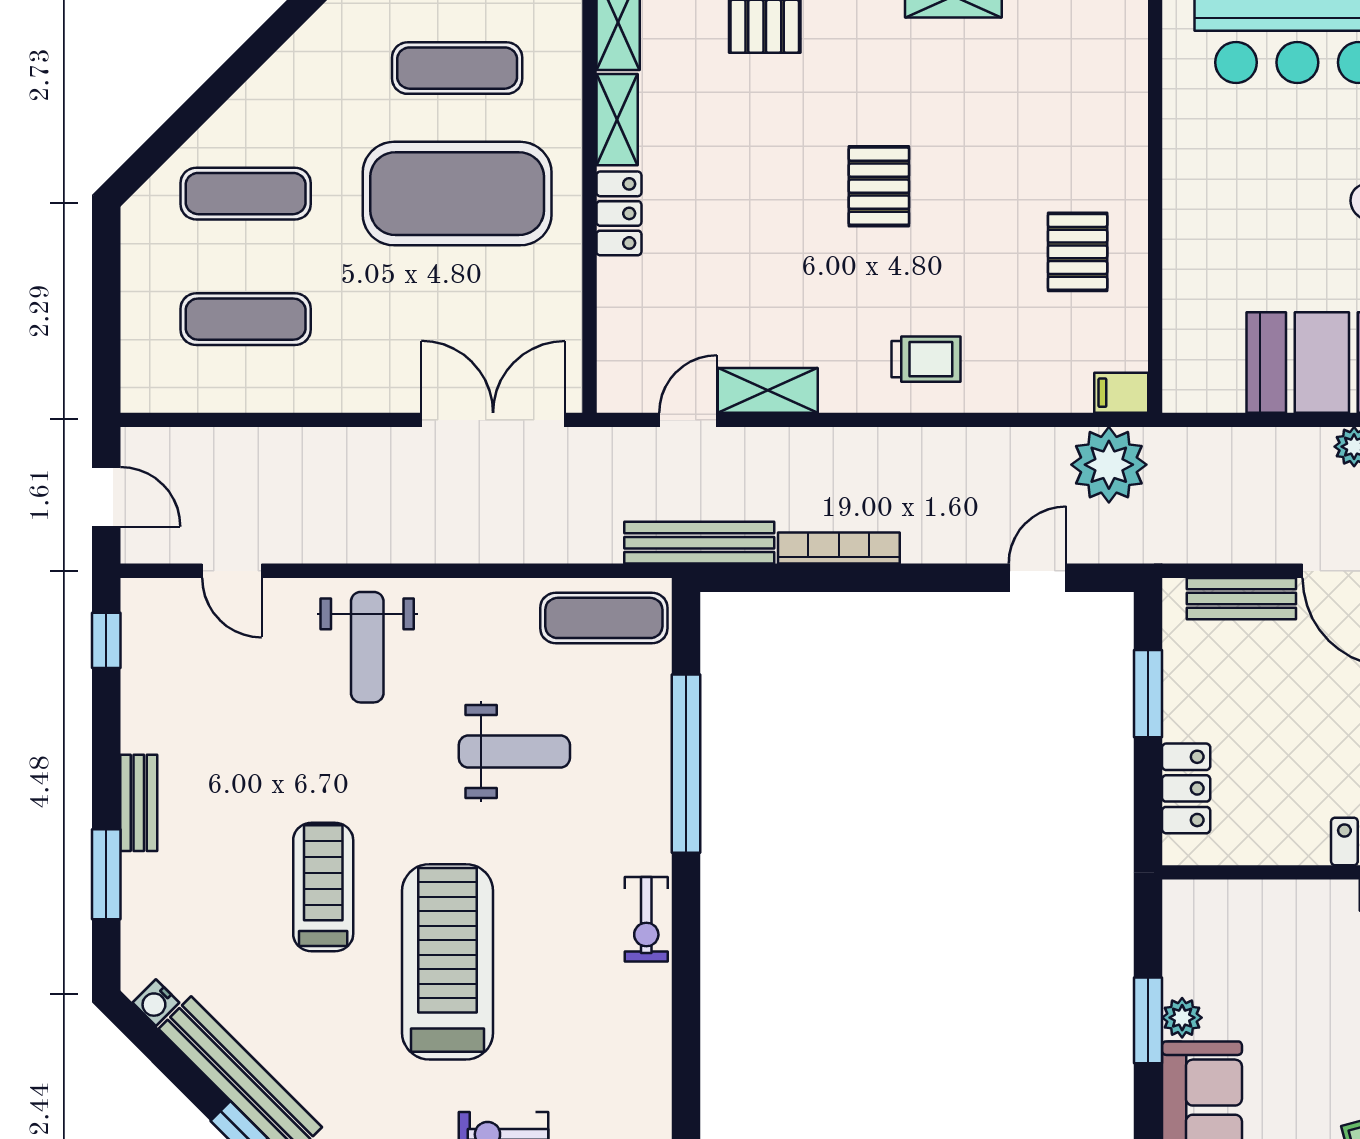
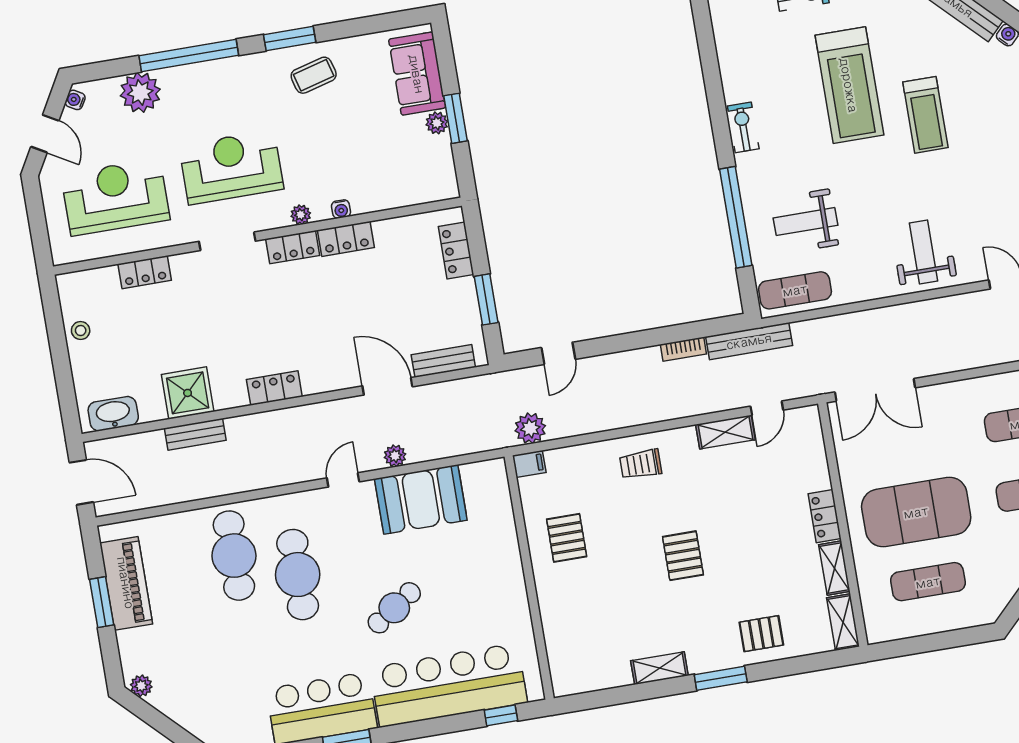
plant: (1109, 465) -> (530, 428), width x0.73, depth x0.73
bookcase: (839, 548) -> (683, 349), width x0.64
weight bench: (514, 751) -> (805, 222), moved

